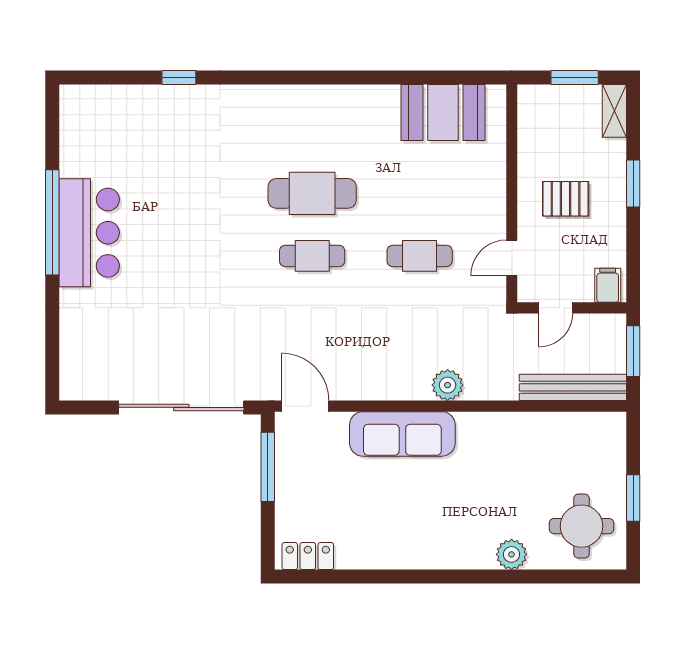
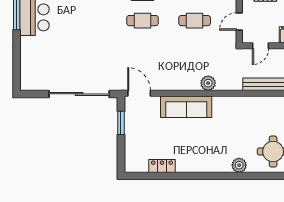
window: (268, 467) -> (121, 123), width x0.69
locker: (308, 556) -> (162, 166), moved

